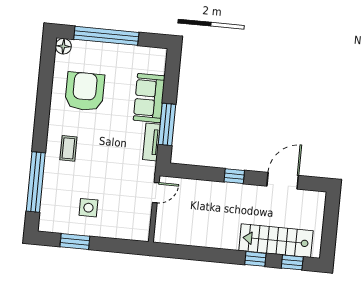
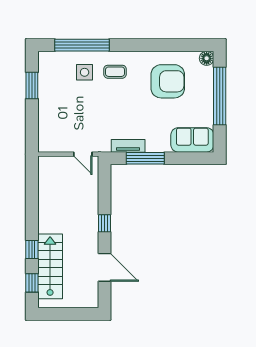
sofa: (149, 98) -> (192, 140), moved
side table: (88, 208) -> (85, 72), moved

